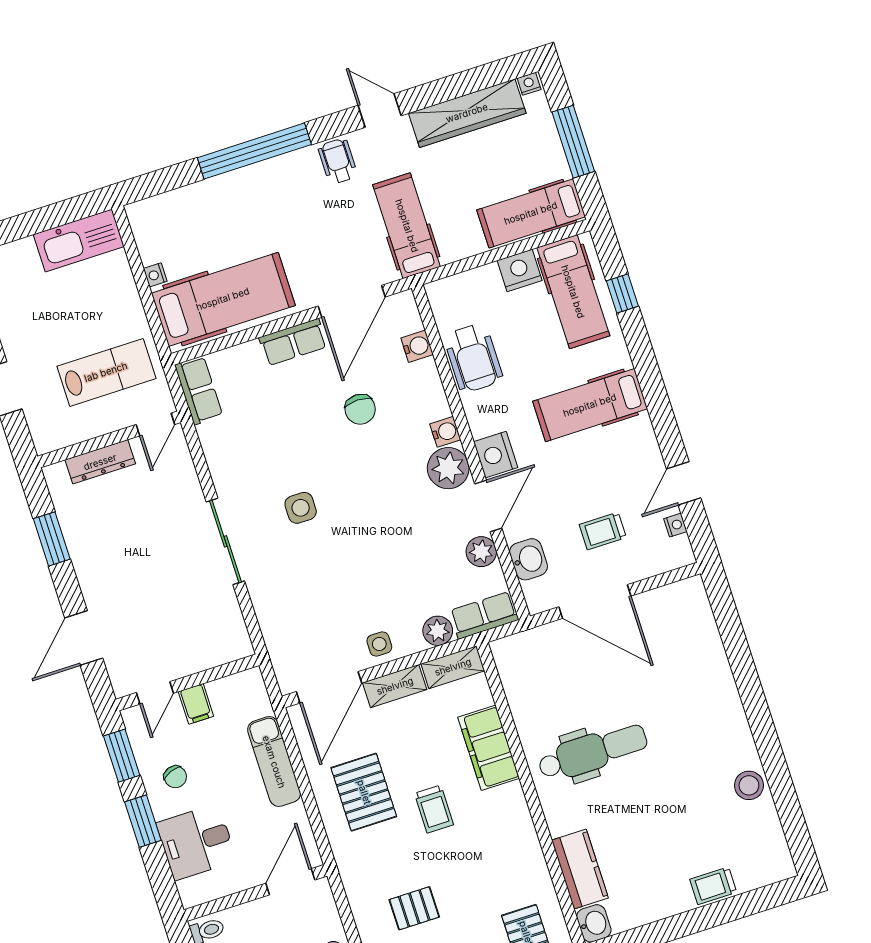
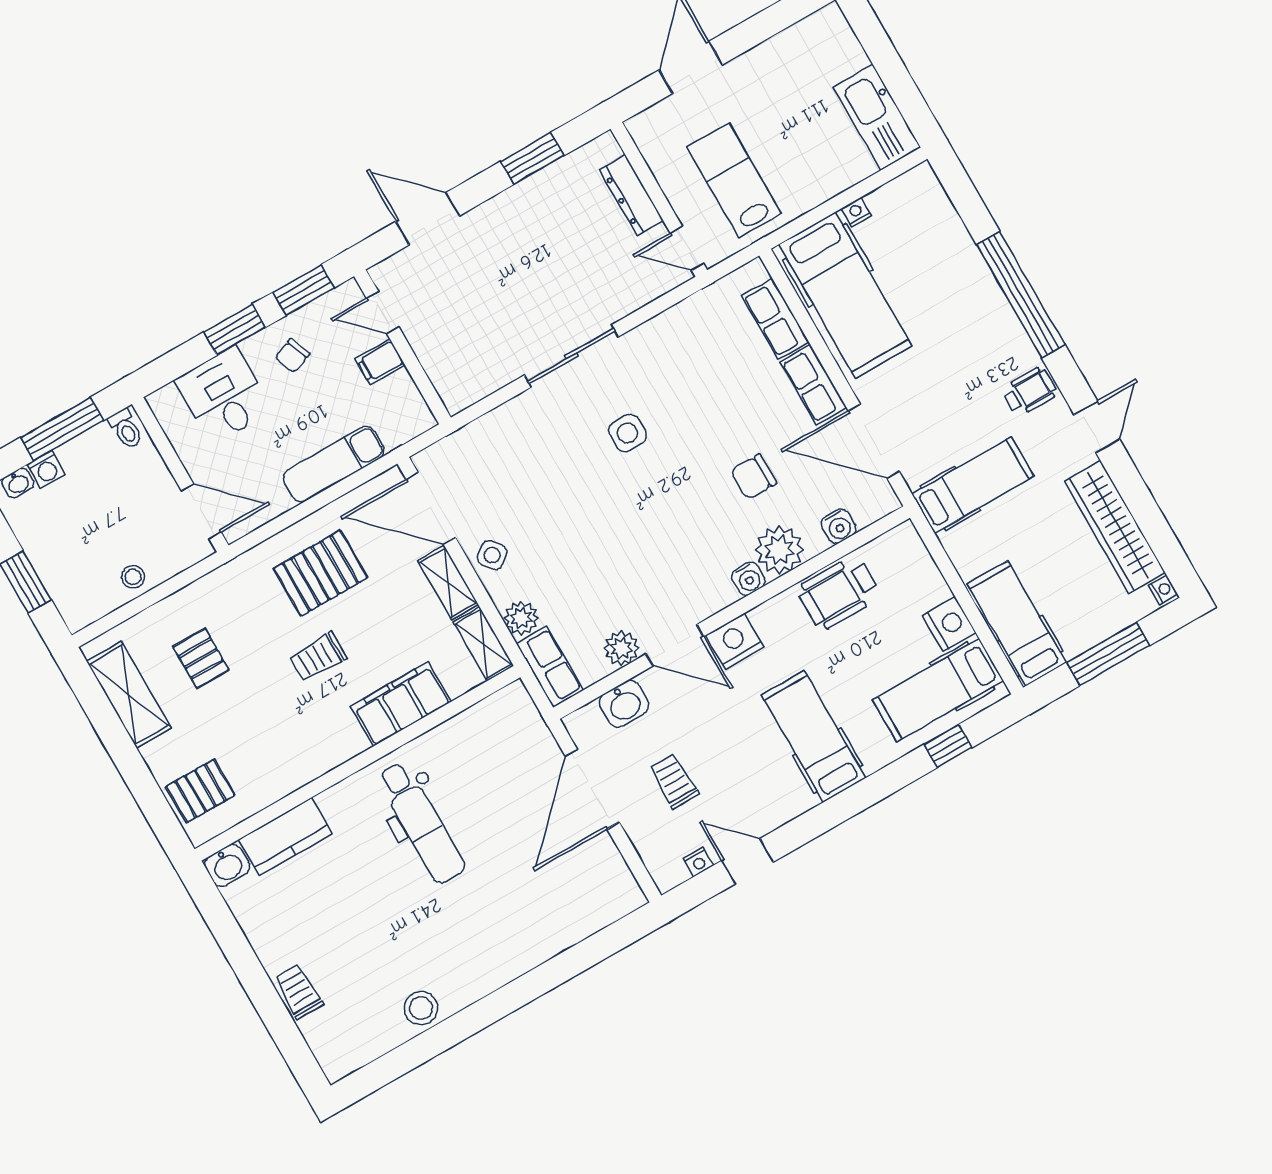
lab bench: (106, 372) -> (734, 180), turned 180
row of seats: (199, 390) -> (775, 319), moved, turned 90
plant: (448, 468) -> (779, 550), moved
side table: (379, 644) -> (492, 555), turned -38

